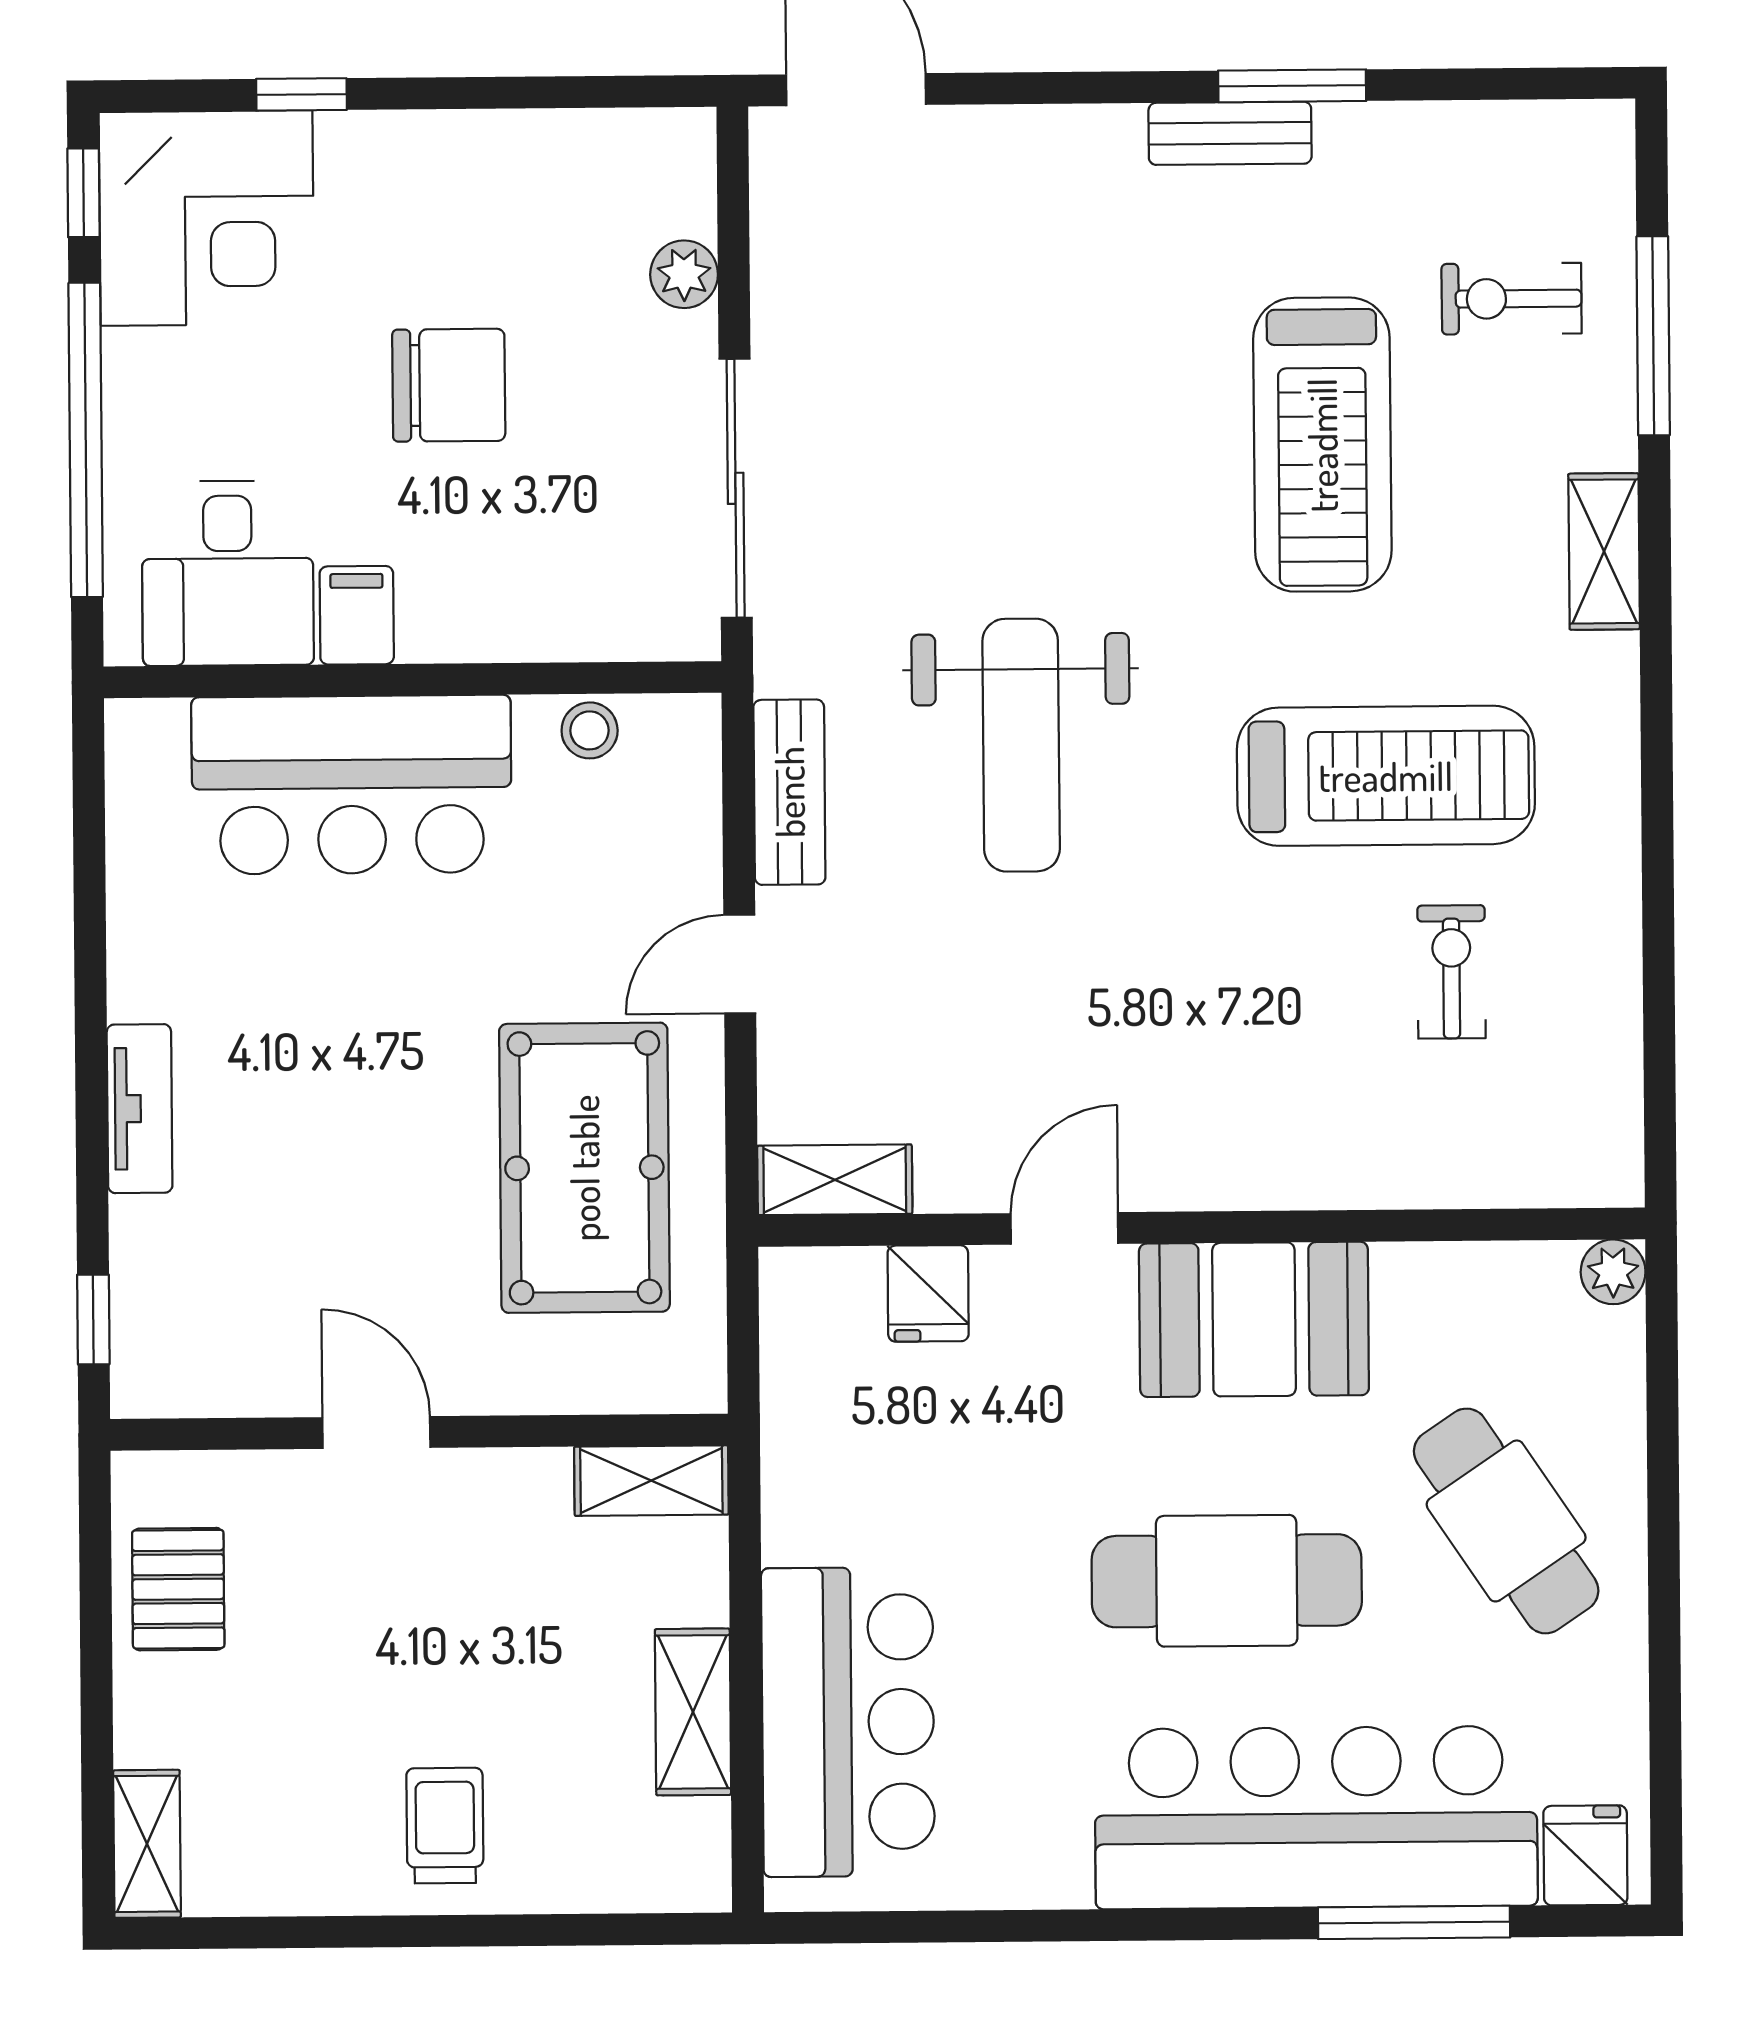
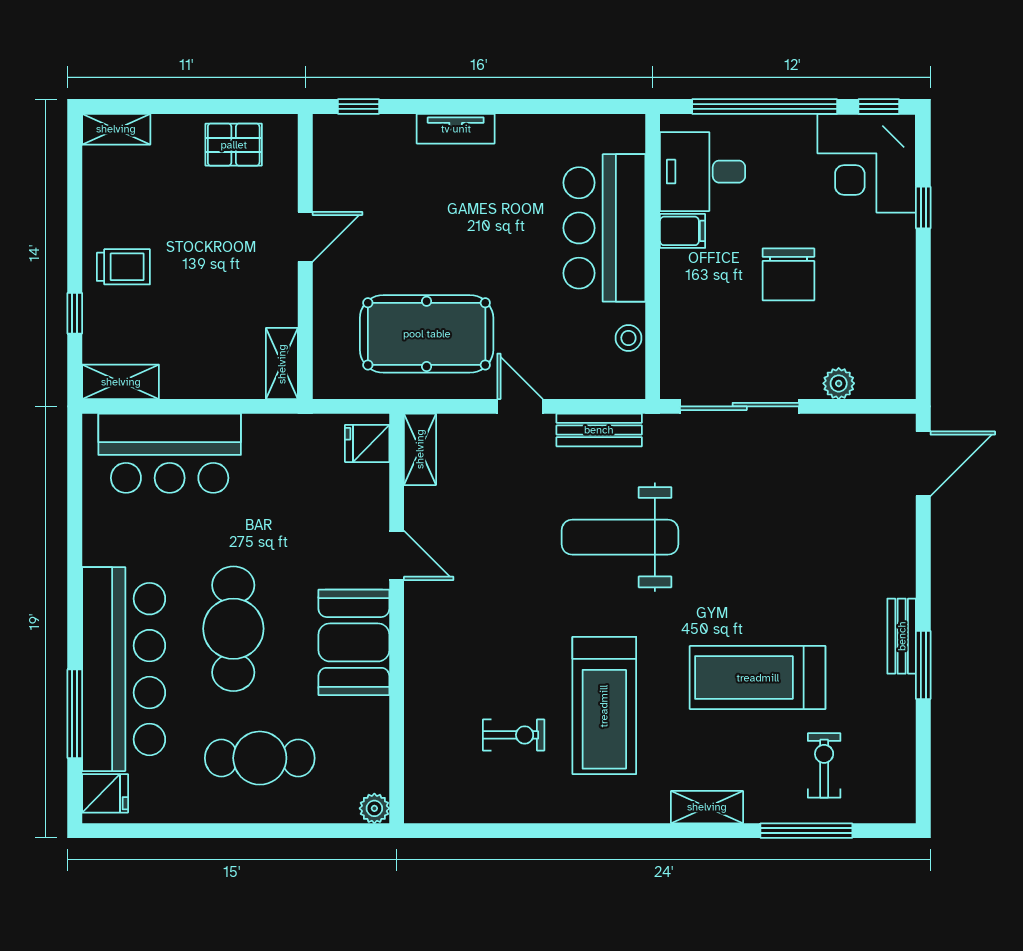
fridge: (928, 1293) -> (367, 443), moved
cafe table: (1506, 1521) -> (260, 758), turned 34
shelving: (693, 1712) -> (121, 382), moved
window: (546, 1930) -> (75, 313), added

